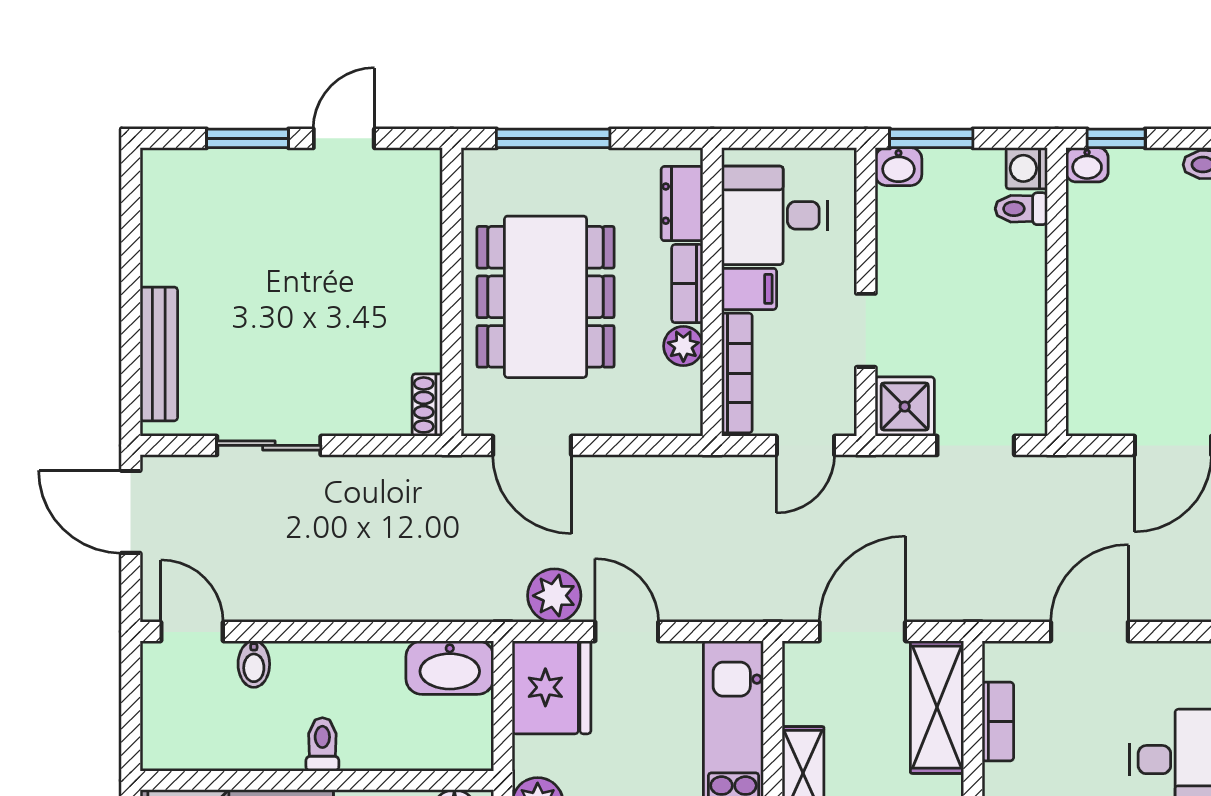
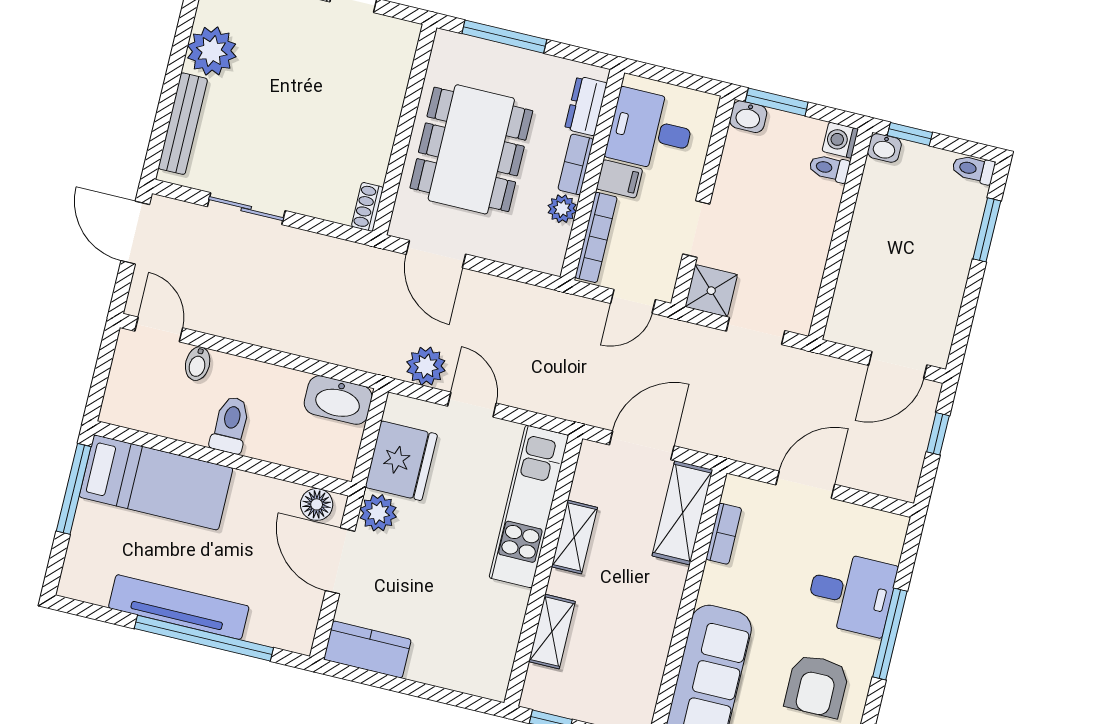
plant: (174, 250) -> (212, 51), added
fridge: (552, 687) -> (401, 461), moved
toilet: (322, 744) -> (230, 425), width x1.37, depth x1.39

